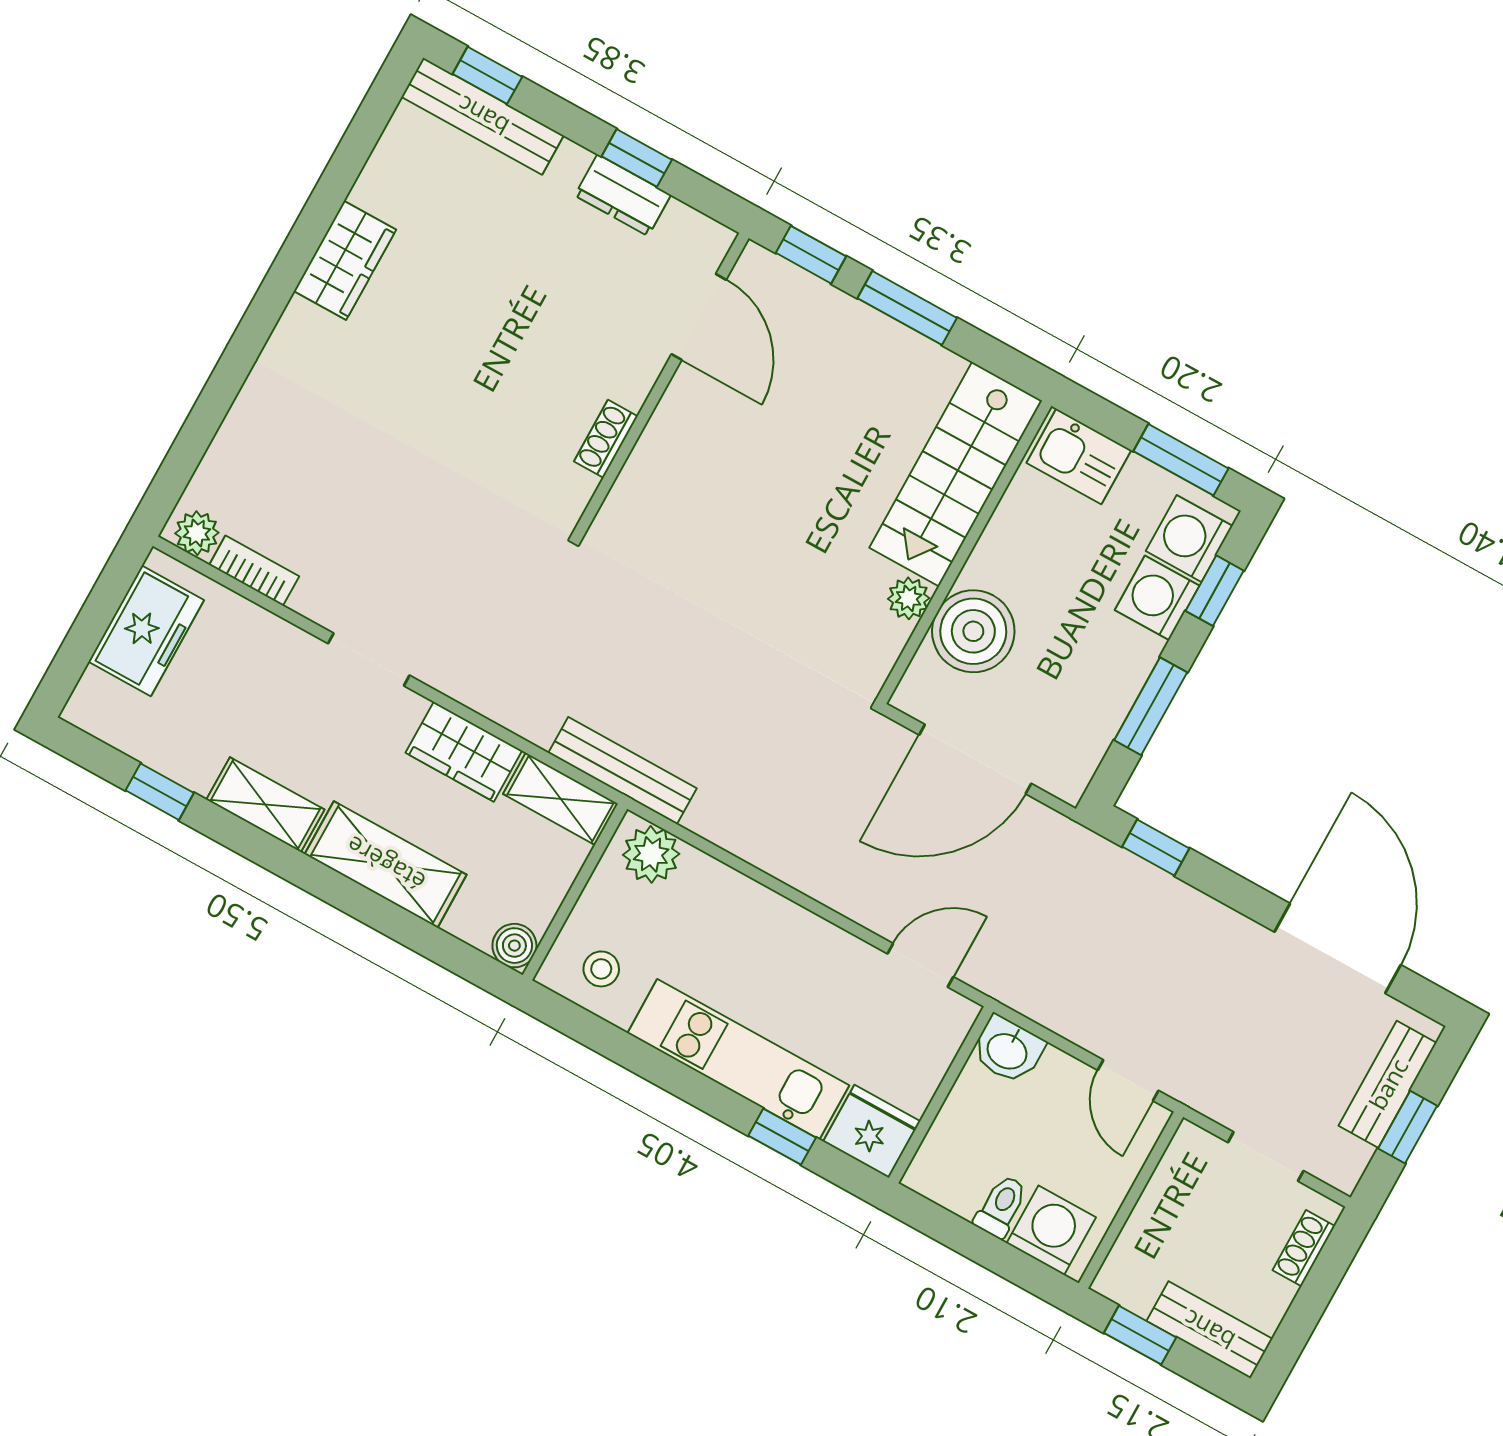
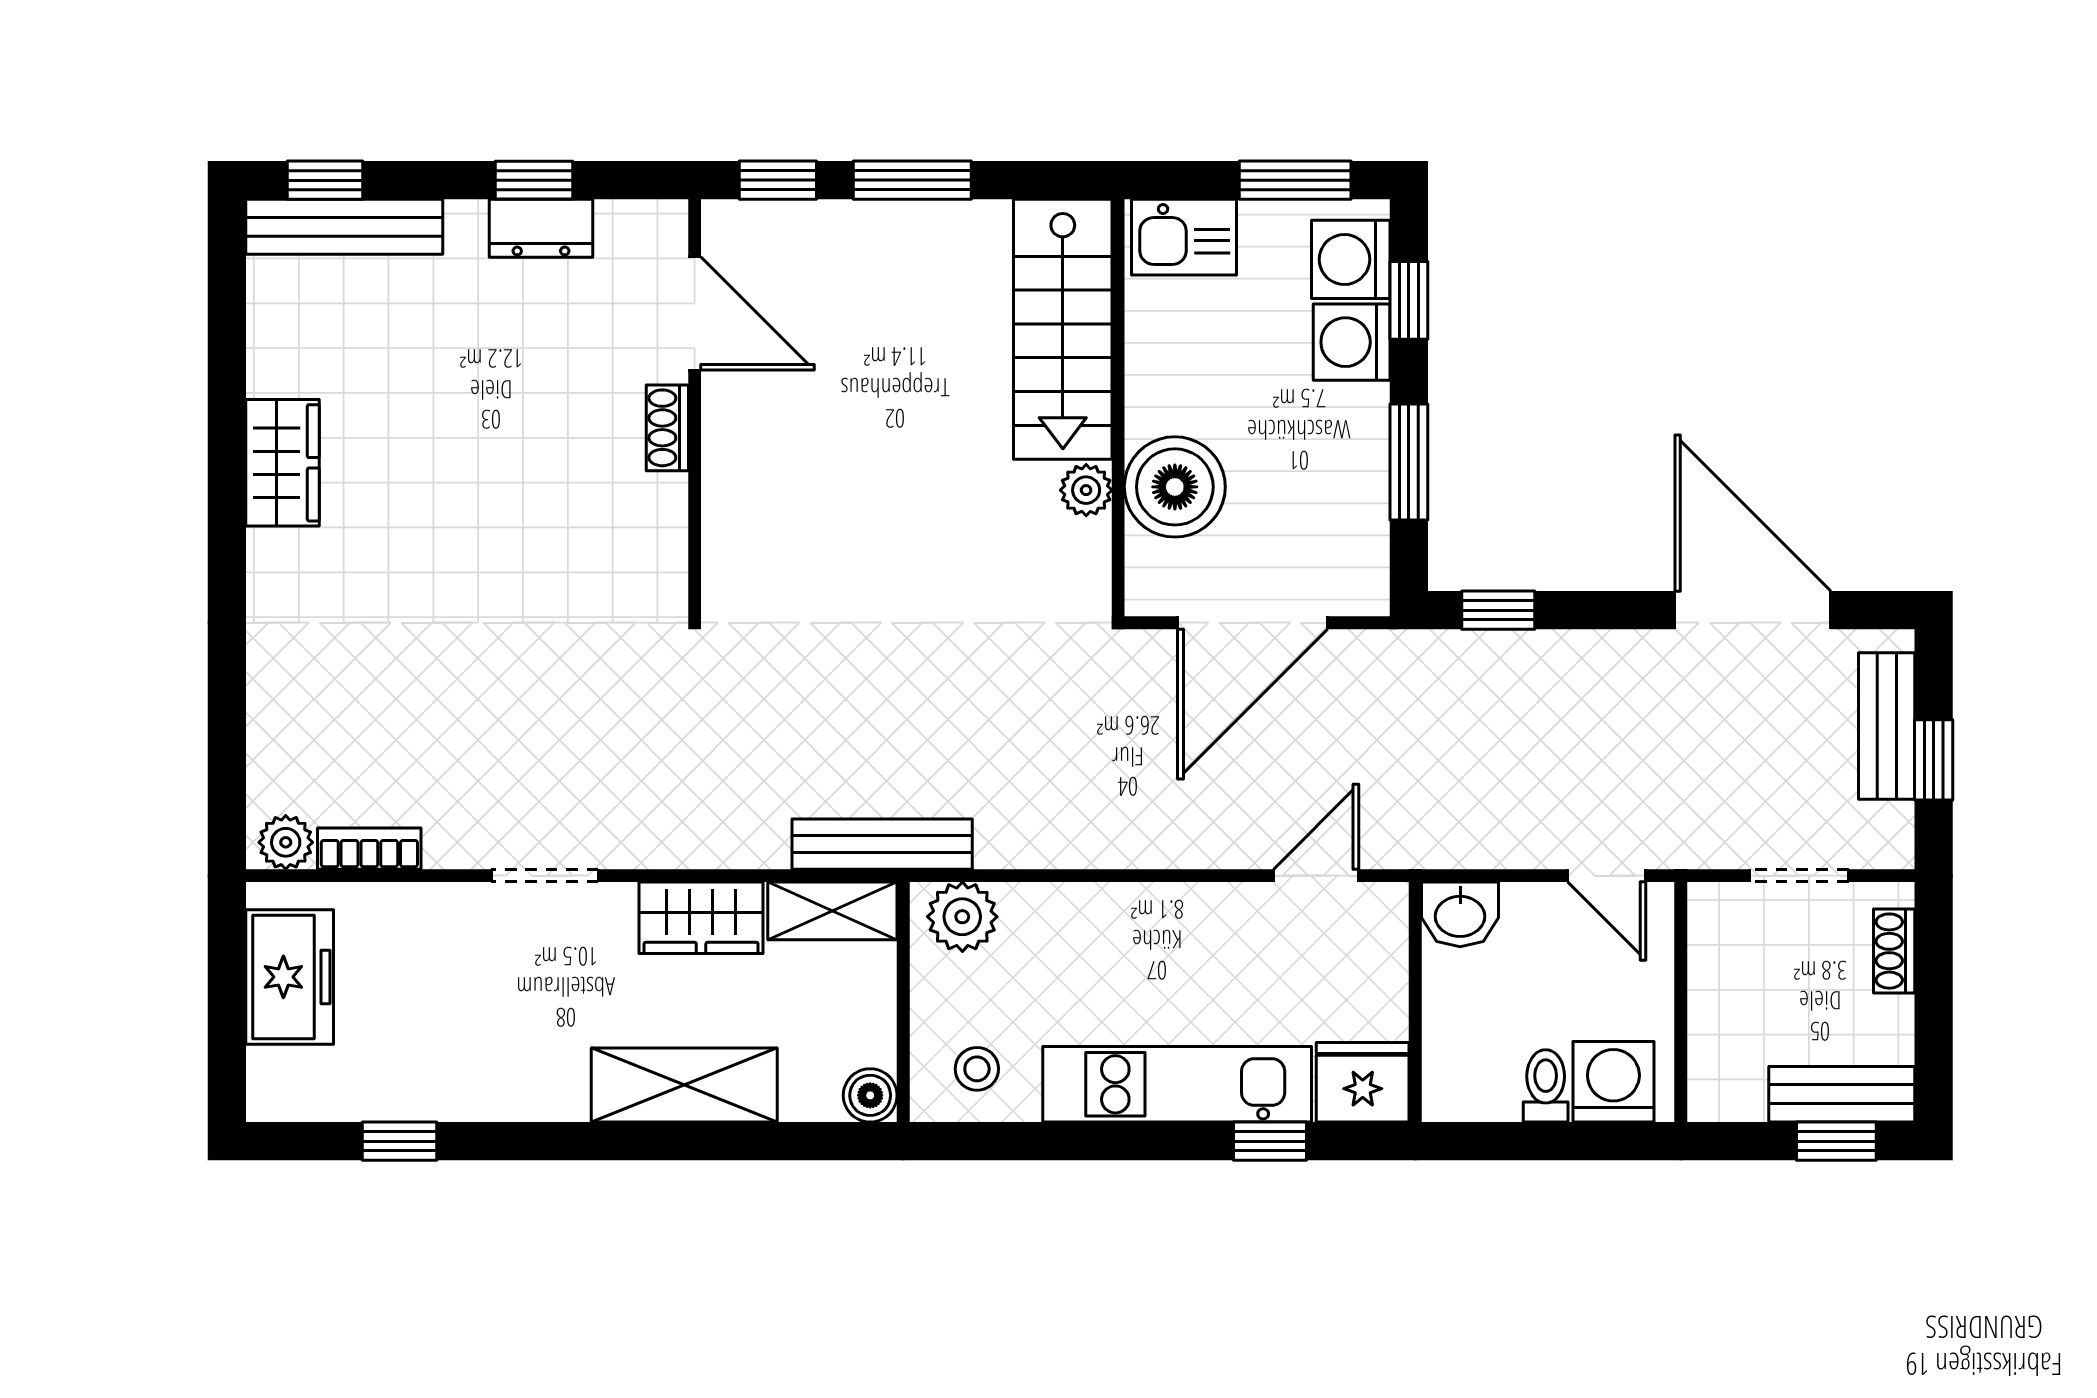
shoe rack: (606, 439) -> (667, 428), moved
shelving: (265, 805) -> (520, 1092), removed
window: (1140, 1335) -> (1836, 1141), moved

